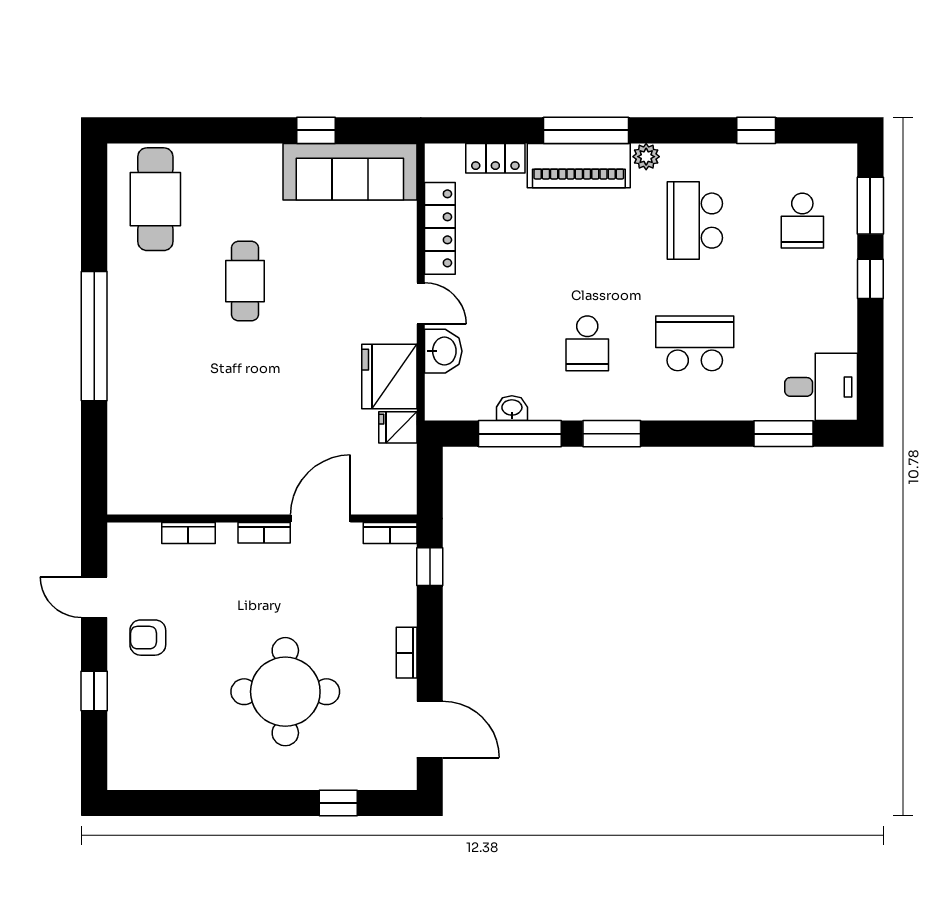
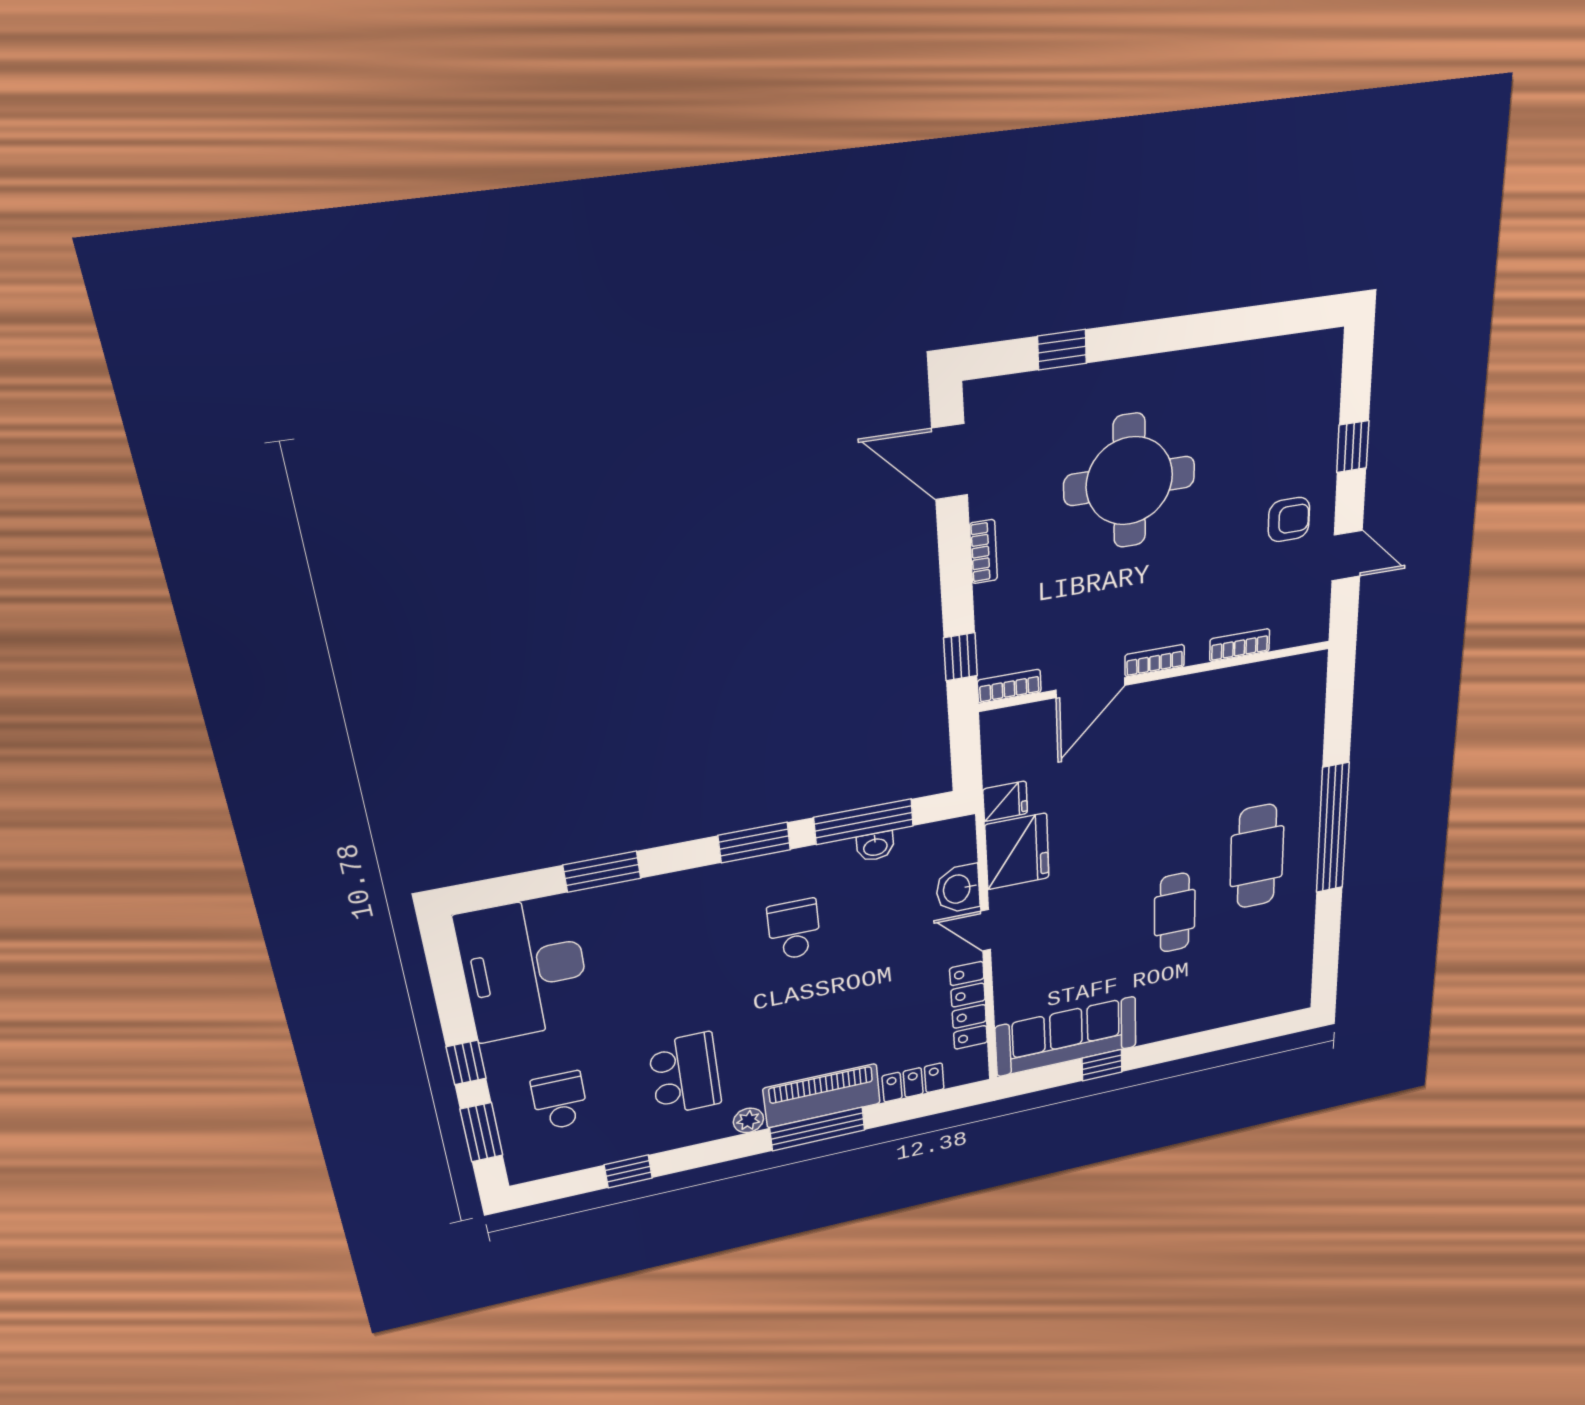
cafe table: (155, 199) -> (1257, 856), moved
school desk: (695, 343) -> (667, 955), removed
desk: (821, 387) -> (524, 969), width x1.87, depth x1.30
window: (784, 434) -> (602, 872), moved

